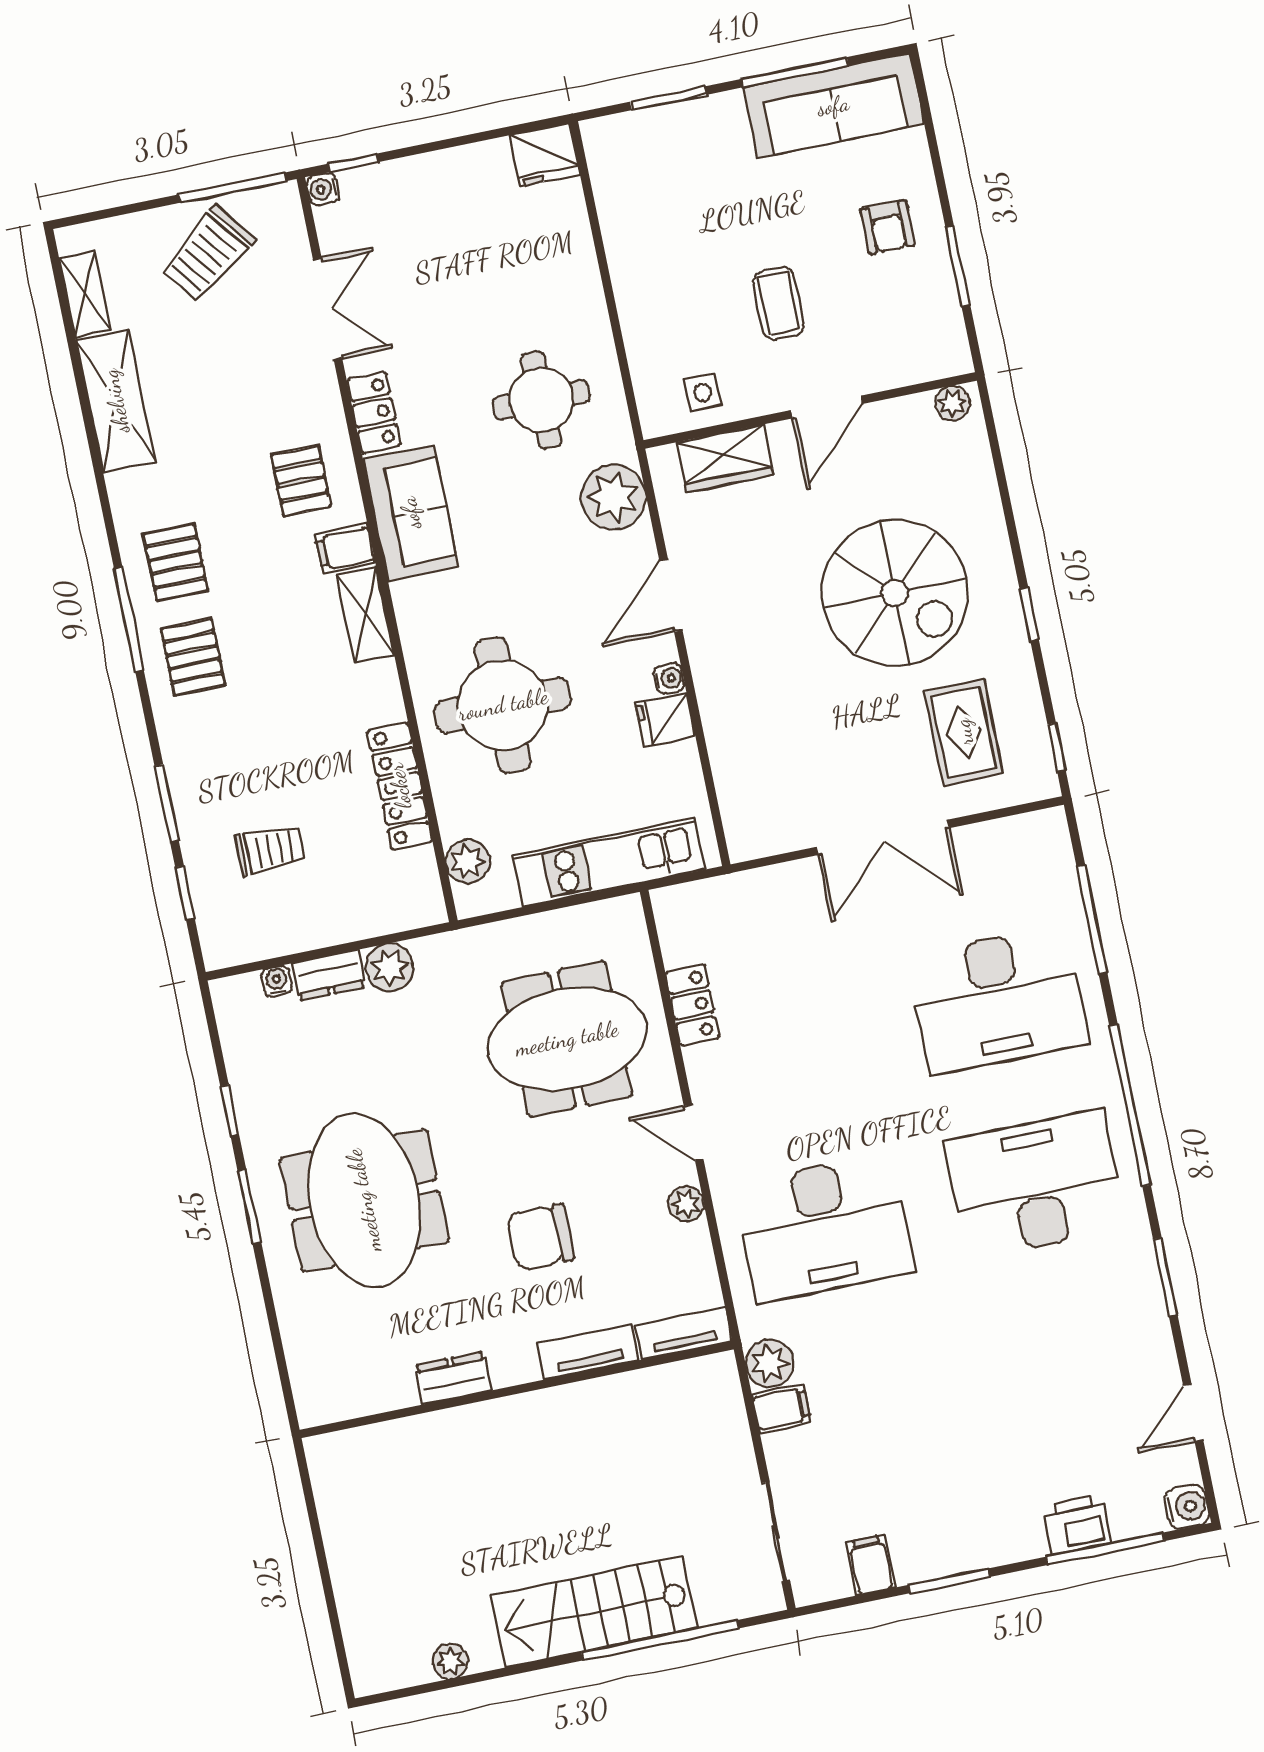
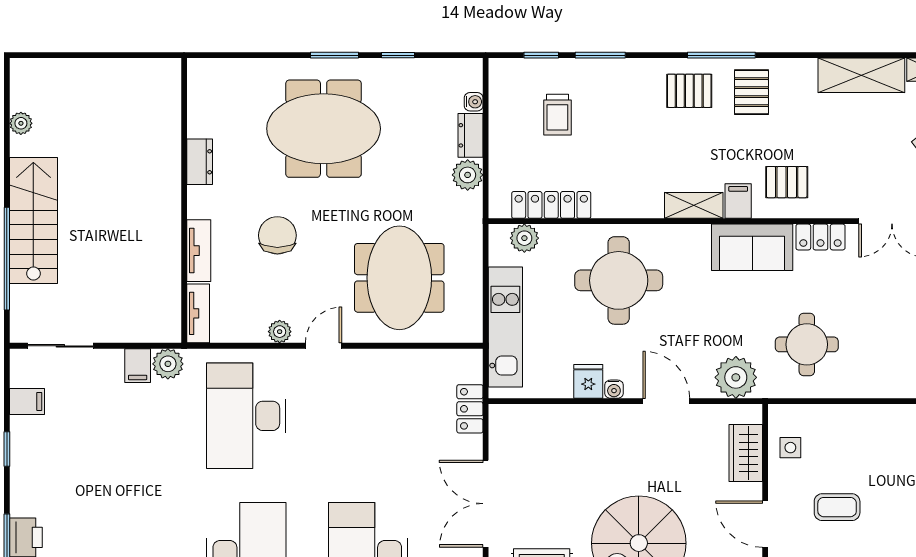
pallet: (176, 562) -> (751, 92), turned 90
locker: (400, 786) -> (551, 205), moved
locker: (692, 1005) -> (470, 409), moved, turned 90
window: (949, 1581) -> (7, 449), width x0.67

